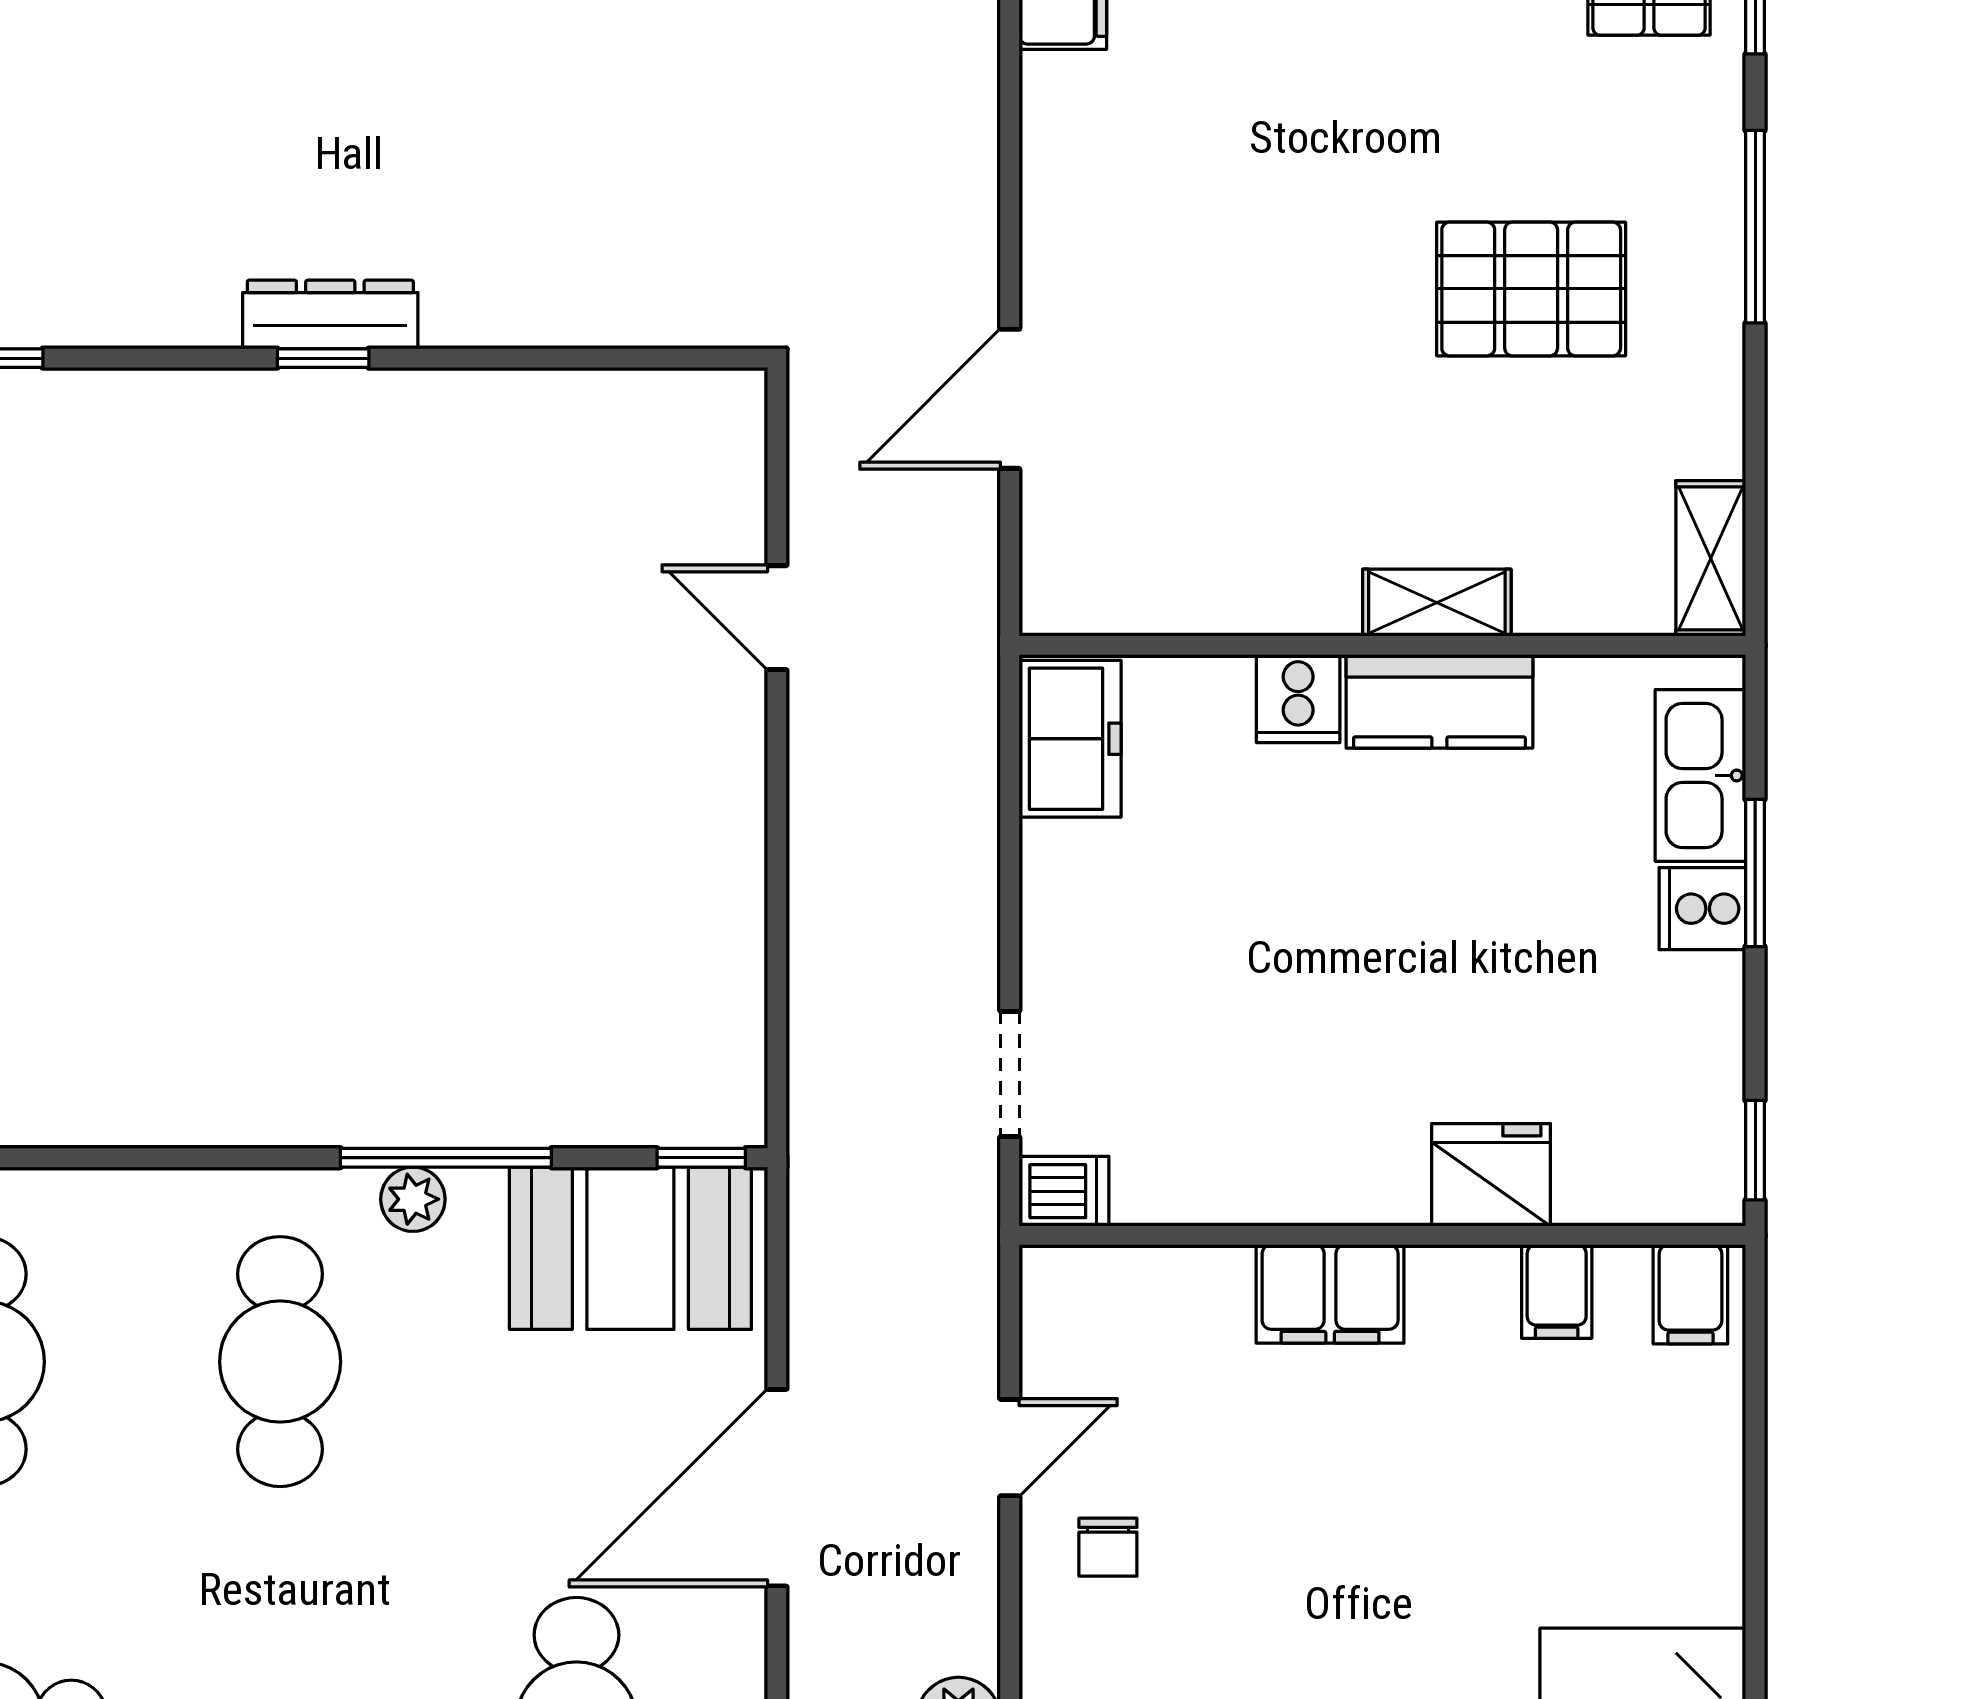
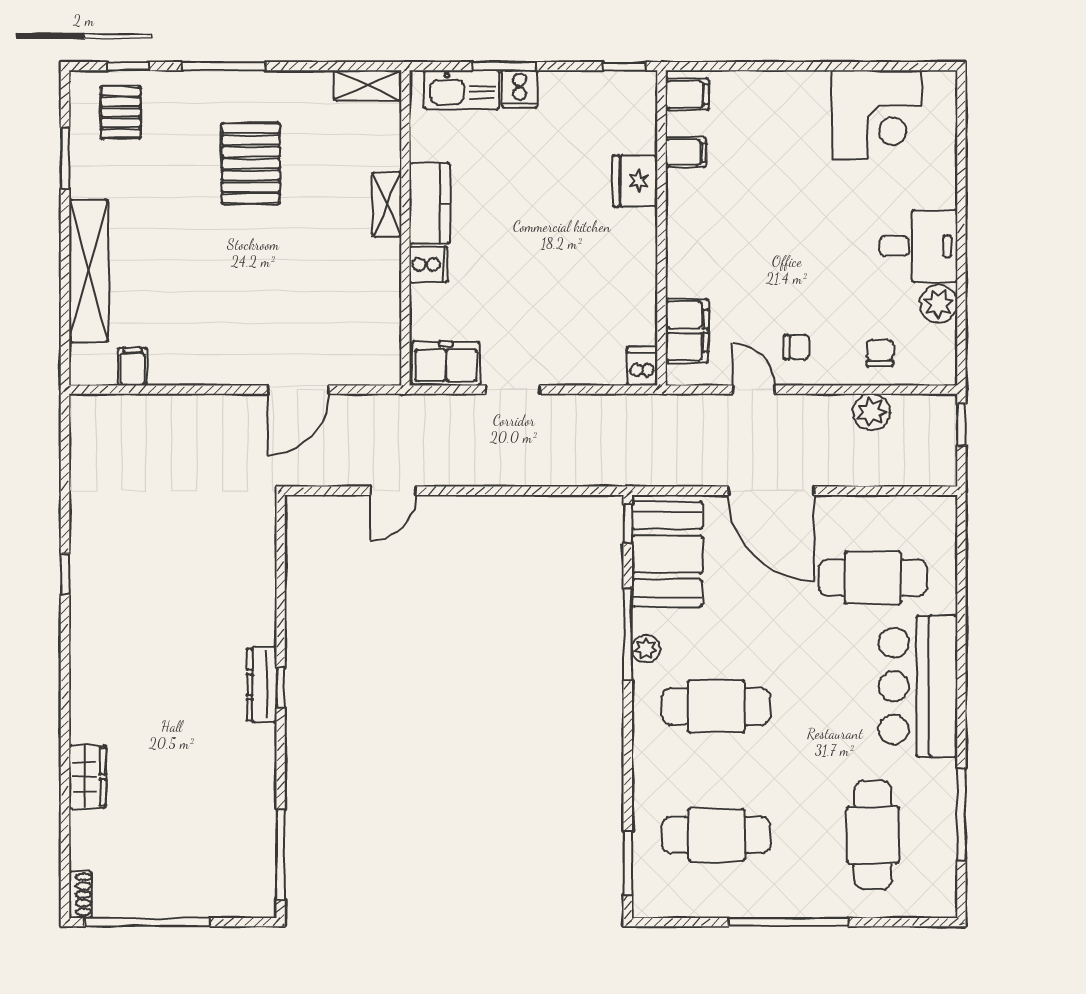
door: (1010, 399) -> (298, 390), hinge flipped
doorway: (1010, 1074) -> (513, 390), moved
filing cabinet: (1330, 1294) -> (687, 331), moved

